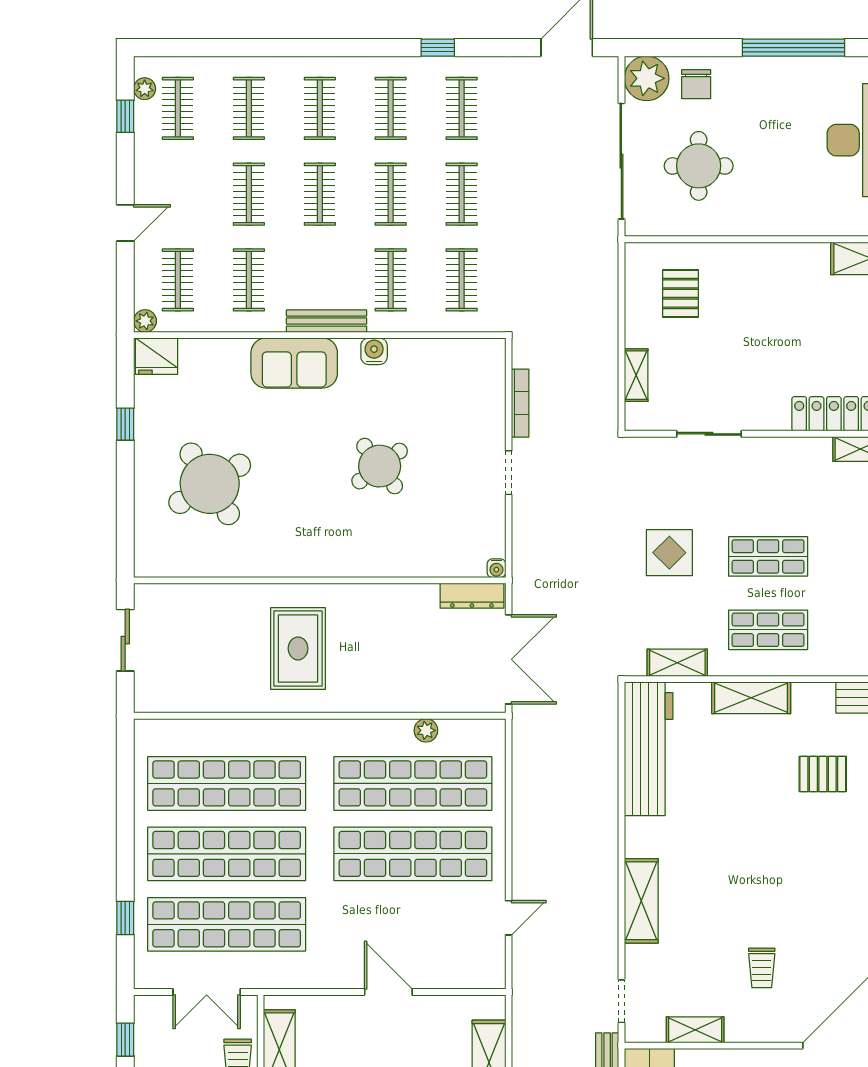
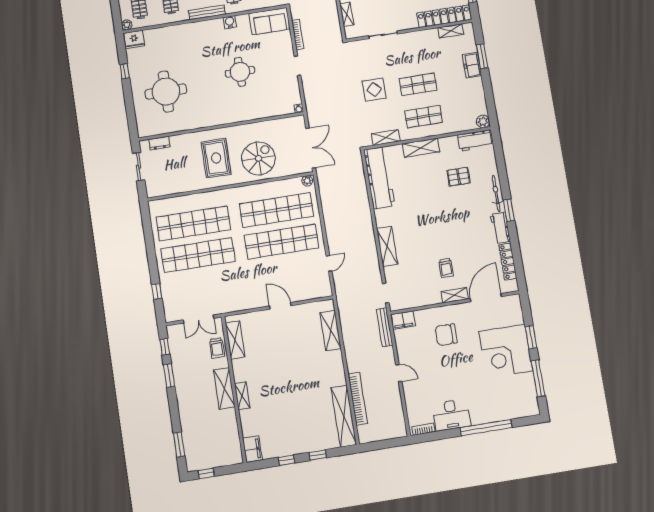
sofa: (294, 363) -> (270, 21), moved
round table: (380, 466) -> (240, 72), turned 37
round table: (210, 484) -> (166, 92), turned 32
dresser: (472, 596) -> (159, 143), moved, width x0.70
spiral stairs: (391, 664) -> (259, 158), added
plant: (426, 730) -> (307, 181), moved
shop shelf: (227, 924) -> (203, 287), removed
shelving: (695, 1030) -> (455, 295), moved

